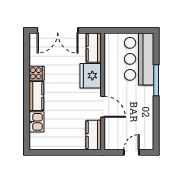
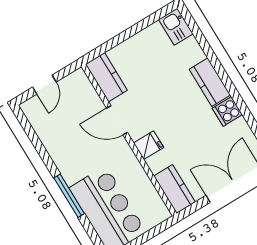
fridge: (91, 76) -> (149, 145), width x0.53, depth x0.75
kitchen sink: (37, 122) -> (176, 27), moved

